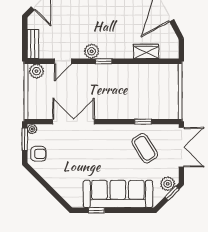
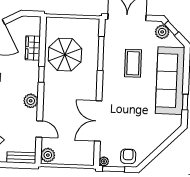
window: (104, 61) -> (41, 74), moved
parasol: (140, 85) -> (65, 55), added
window: (143, 122) -> (101, 53), width x2.17
coffee table: (145, 148) -> (133, 63), moved, turned -58

